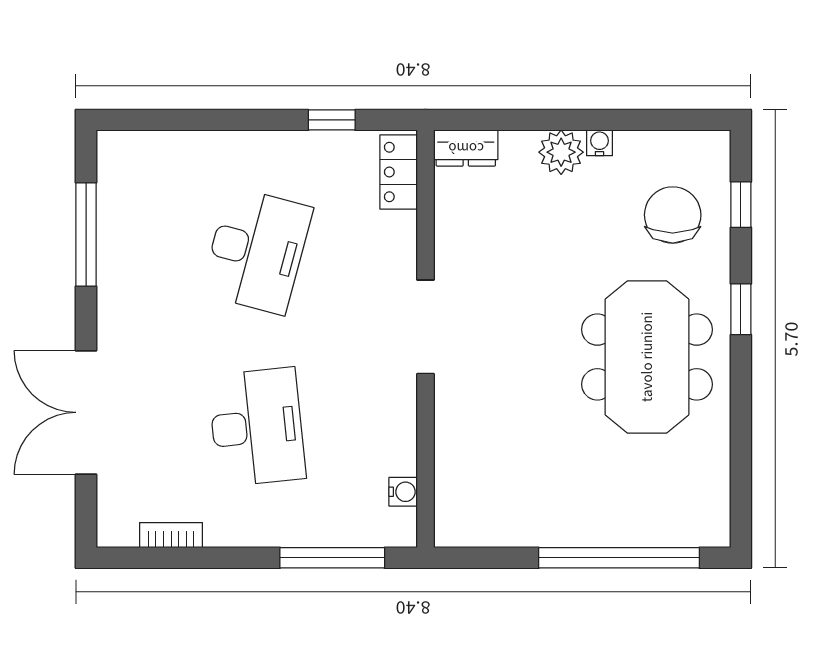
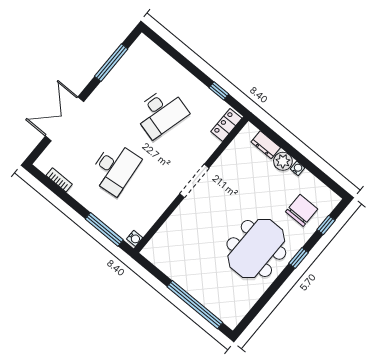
dresser: (466, 148) -> (266, 145), moved
water cooler: (403, 492) -> (135, 238), moved

